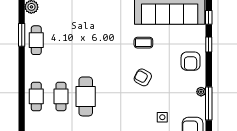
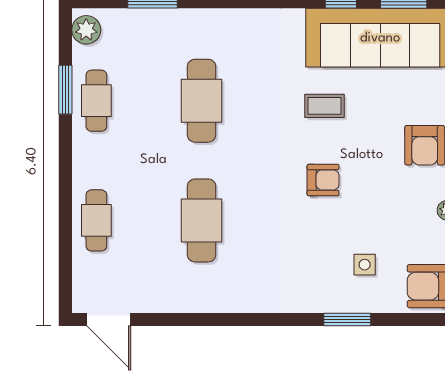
armchair: (143, 77) -> (323, 180), turned 151
cafe table: (61, 96) -> (202, 101), moved, width x1.37, depth x1.35

